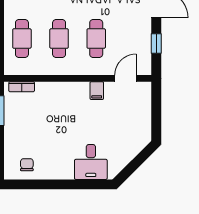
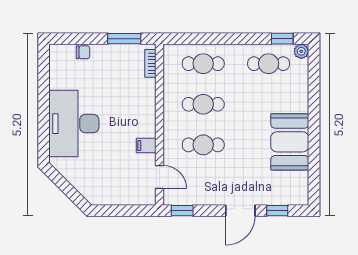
window: (156, 44) -> (182, 211), moved
desk: (91, 162) -> (74, 124), width x1.87, depth x1.30
chair: (27, 165) -> (83, 52), moved

